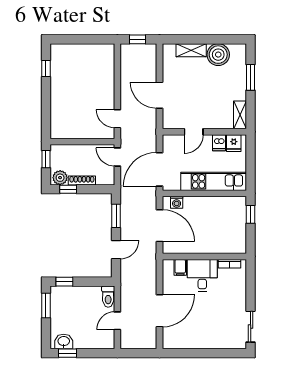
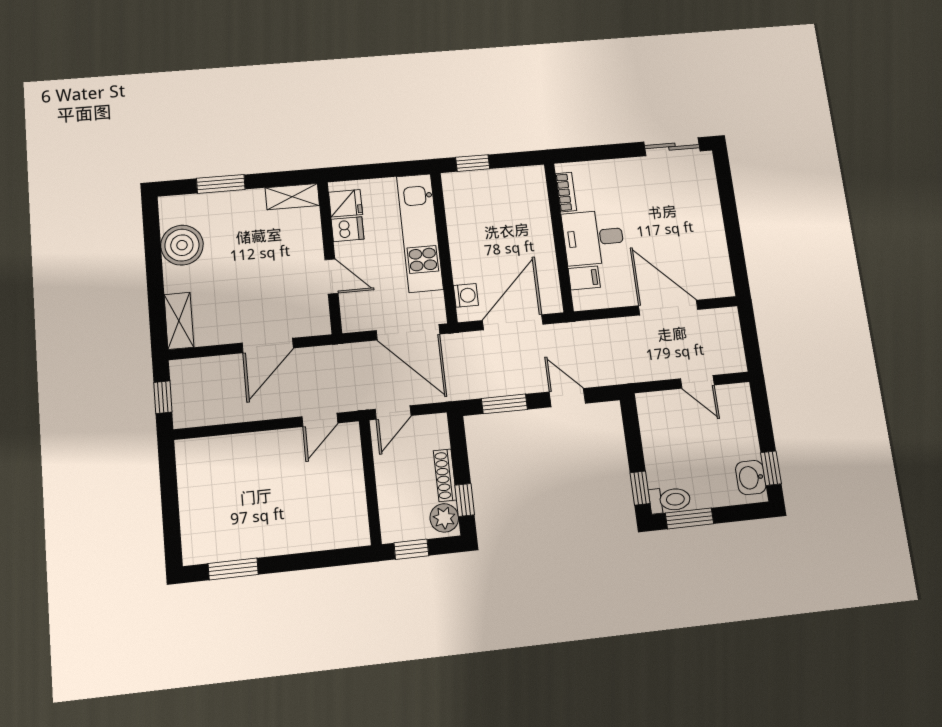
shelving: (191, 50) -> (179, 321), moved
window: (46, 68) -> (233, 569), width x1.50
toilet: (108, 297) -> (670, 500), moved

